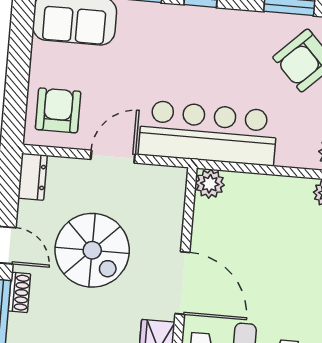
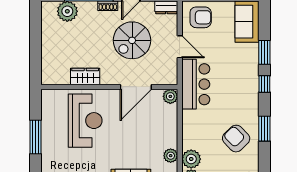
bar counter: (208, 133) -> (196, 84), width x0.73
door: (182, 283) -> (136, 87), moved

